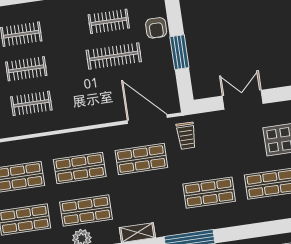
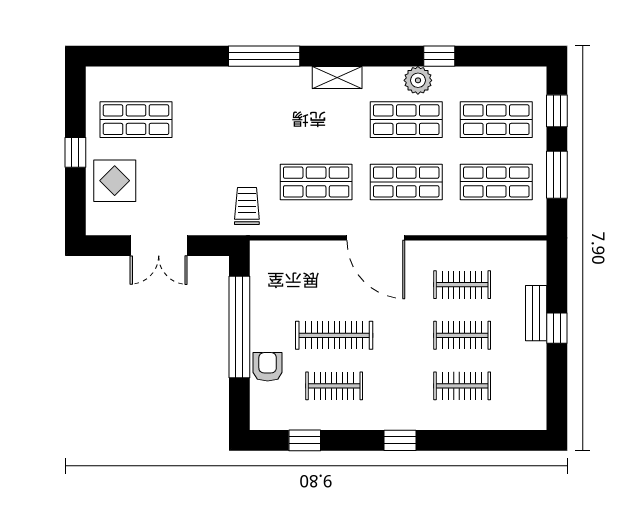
window: (179, 52) -> (239, 327), width x2.11
door: (147, 119) -> (376, 238), moved
shop shelf: (209, 193) -> (226, 120), removed

